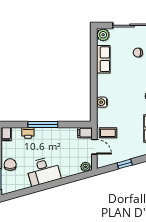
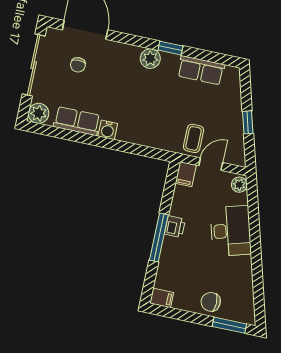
water cooler: (102, 102) -> (108, 130), moved
printer: (28, 133) -> (175, 227), moved
desk: (43, 171) -> (231, 231), moved

